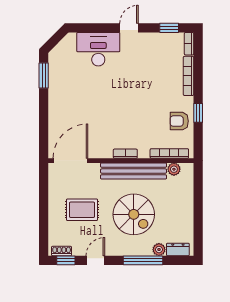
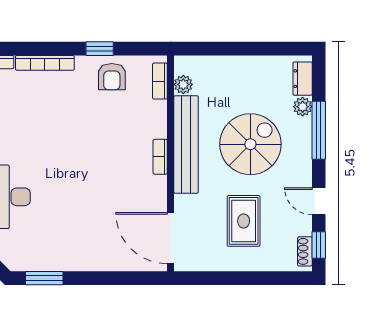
bookcase: (169, 153) -> (160, 81), width x0.64

